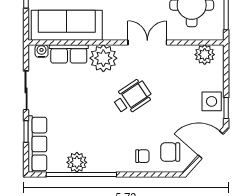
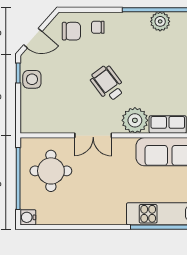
plant: (205, 55) -> (39, 124), removed
wheelchair: (132, 97) -> (107, 83), turned 87
door: (211, 145) -> (33, 38), width x0.73

